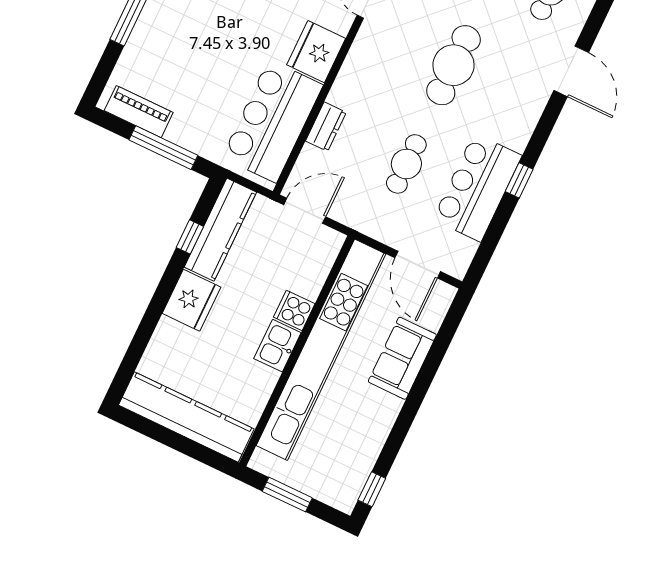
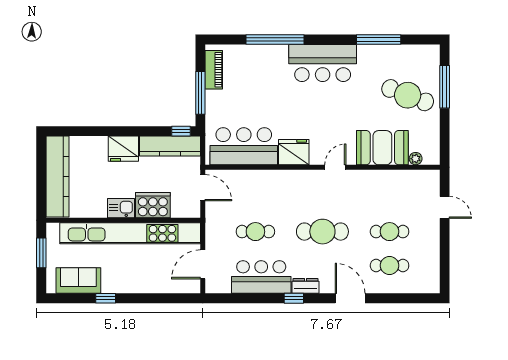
door: (571, 71) -> (350, 298), swing flipped
dresser: (326, 127) -> (305, 286), moved, turned 180
window: (519, 180) -> (294, 298), moved
window: (190, 237) -> (181, 131), moved
cooker: (294, 310) -> (153, 205), width x1.87, depth x1.31
sofa: (402, 358) -> (78, 281), moved
window: (372, 489) -> (106, 298), moved

